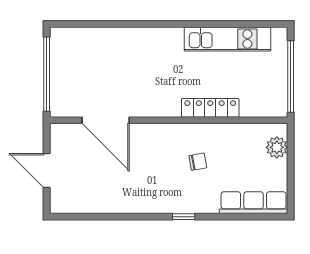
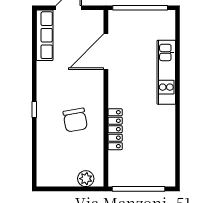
kitchen unit: (228, 39) -> (166, 72), moved
chair: (198, 162) -> (75, 120), width x1.87, depth x1.87
row of seats: (254, 203) -> (45, 35), moved

